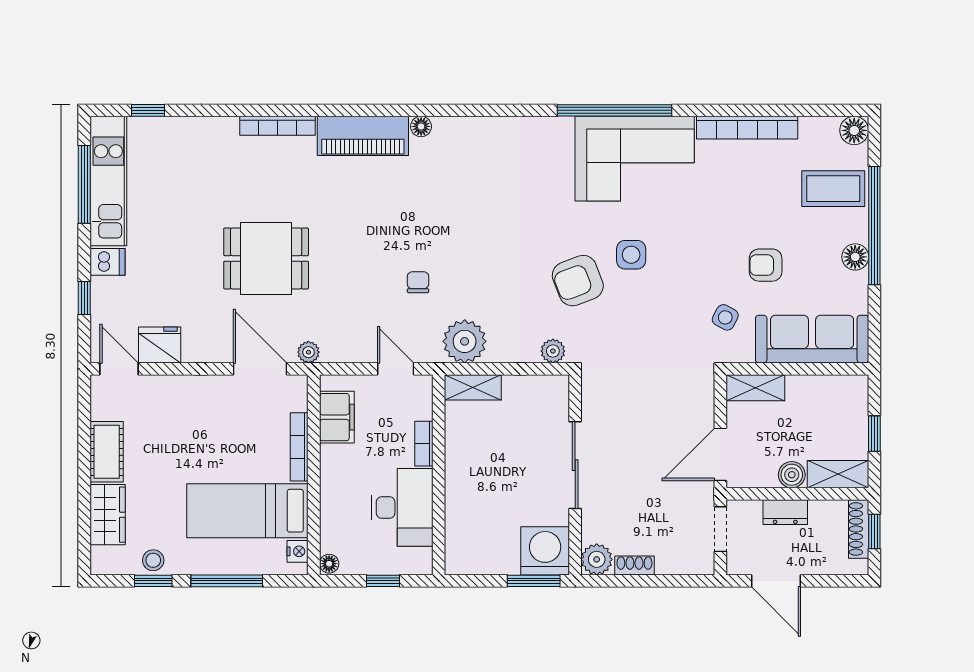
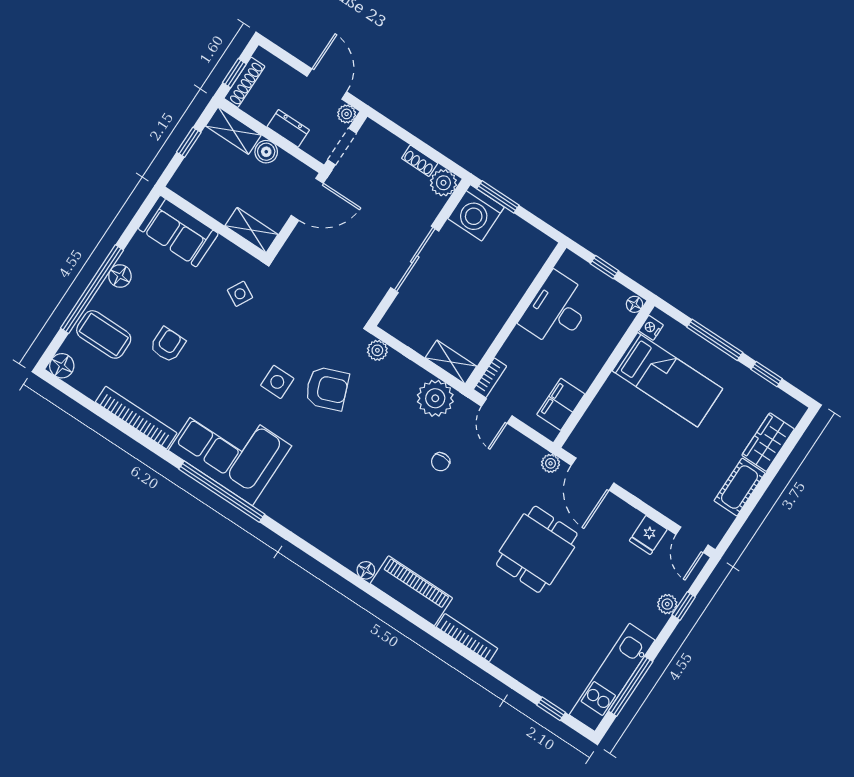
dining table: (266, 258) -> (537, 549), turned 90
dishwasher: (107, 262) -> (650, 621), removed
armchair: (766, 265) -> (168, 345), moved, turned -90
plant: (102, 289) -> (667, 604), added
sofa: (812, 339) -> (178, 231), width x0.73
fridge: (160, 345) -> (648, 535), width x0.72
bookcase: (424, 444) -> (490, 378), moved
bookcase: (299, 447) -> (601, 401), removed
stool: (153, 560) -> (757, 389), removed
plant: (737, 564) -> (347, 114), added

